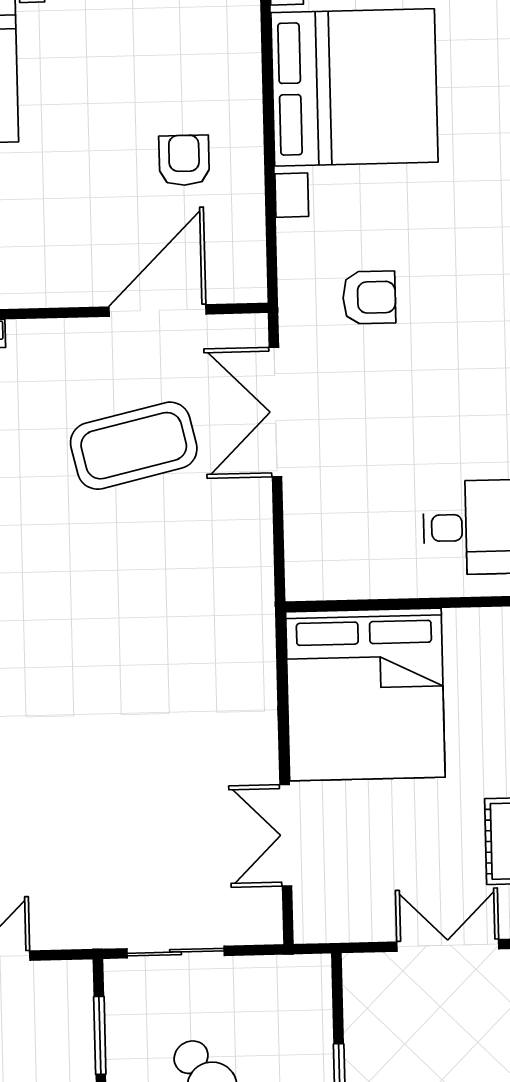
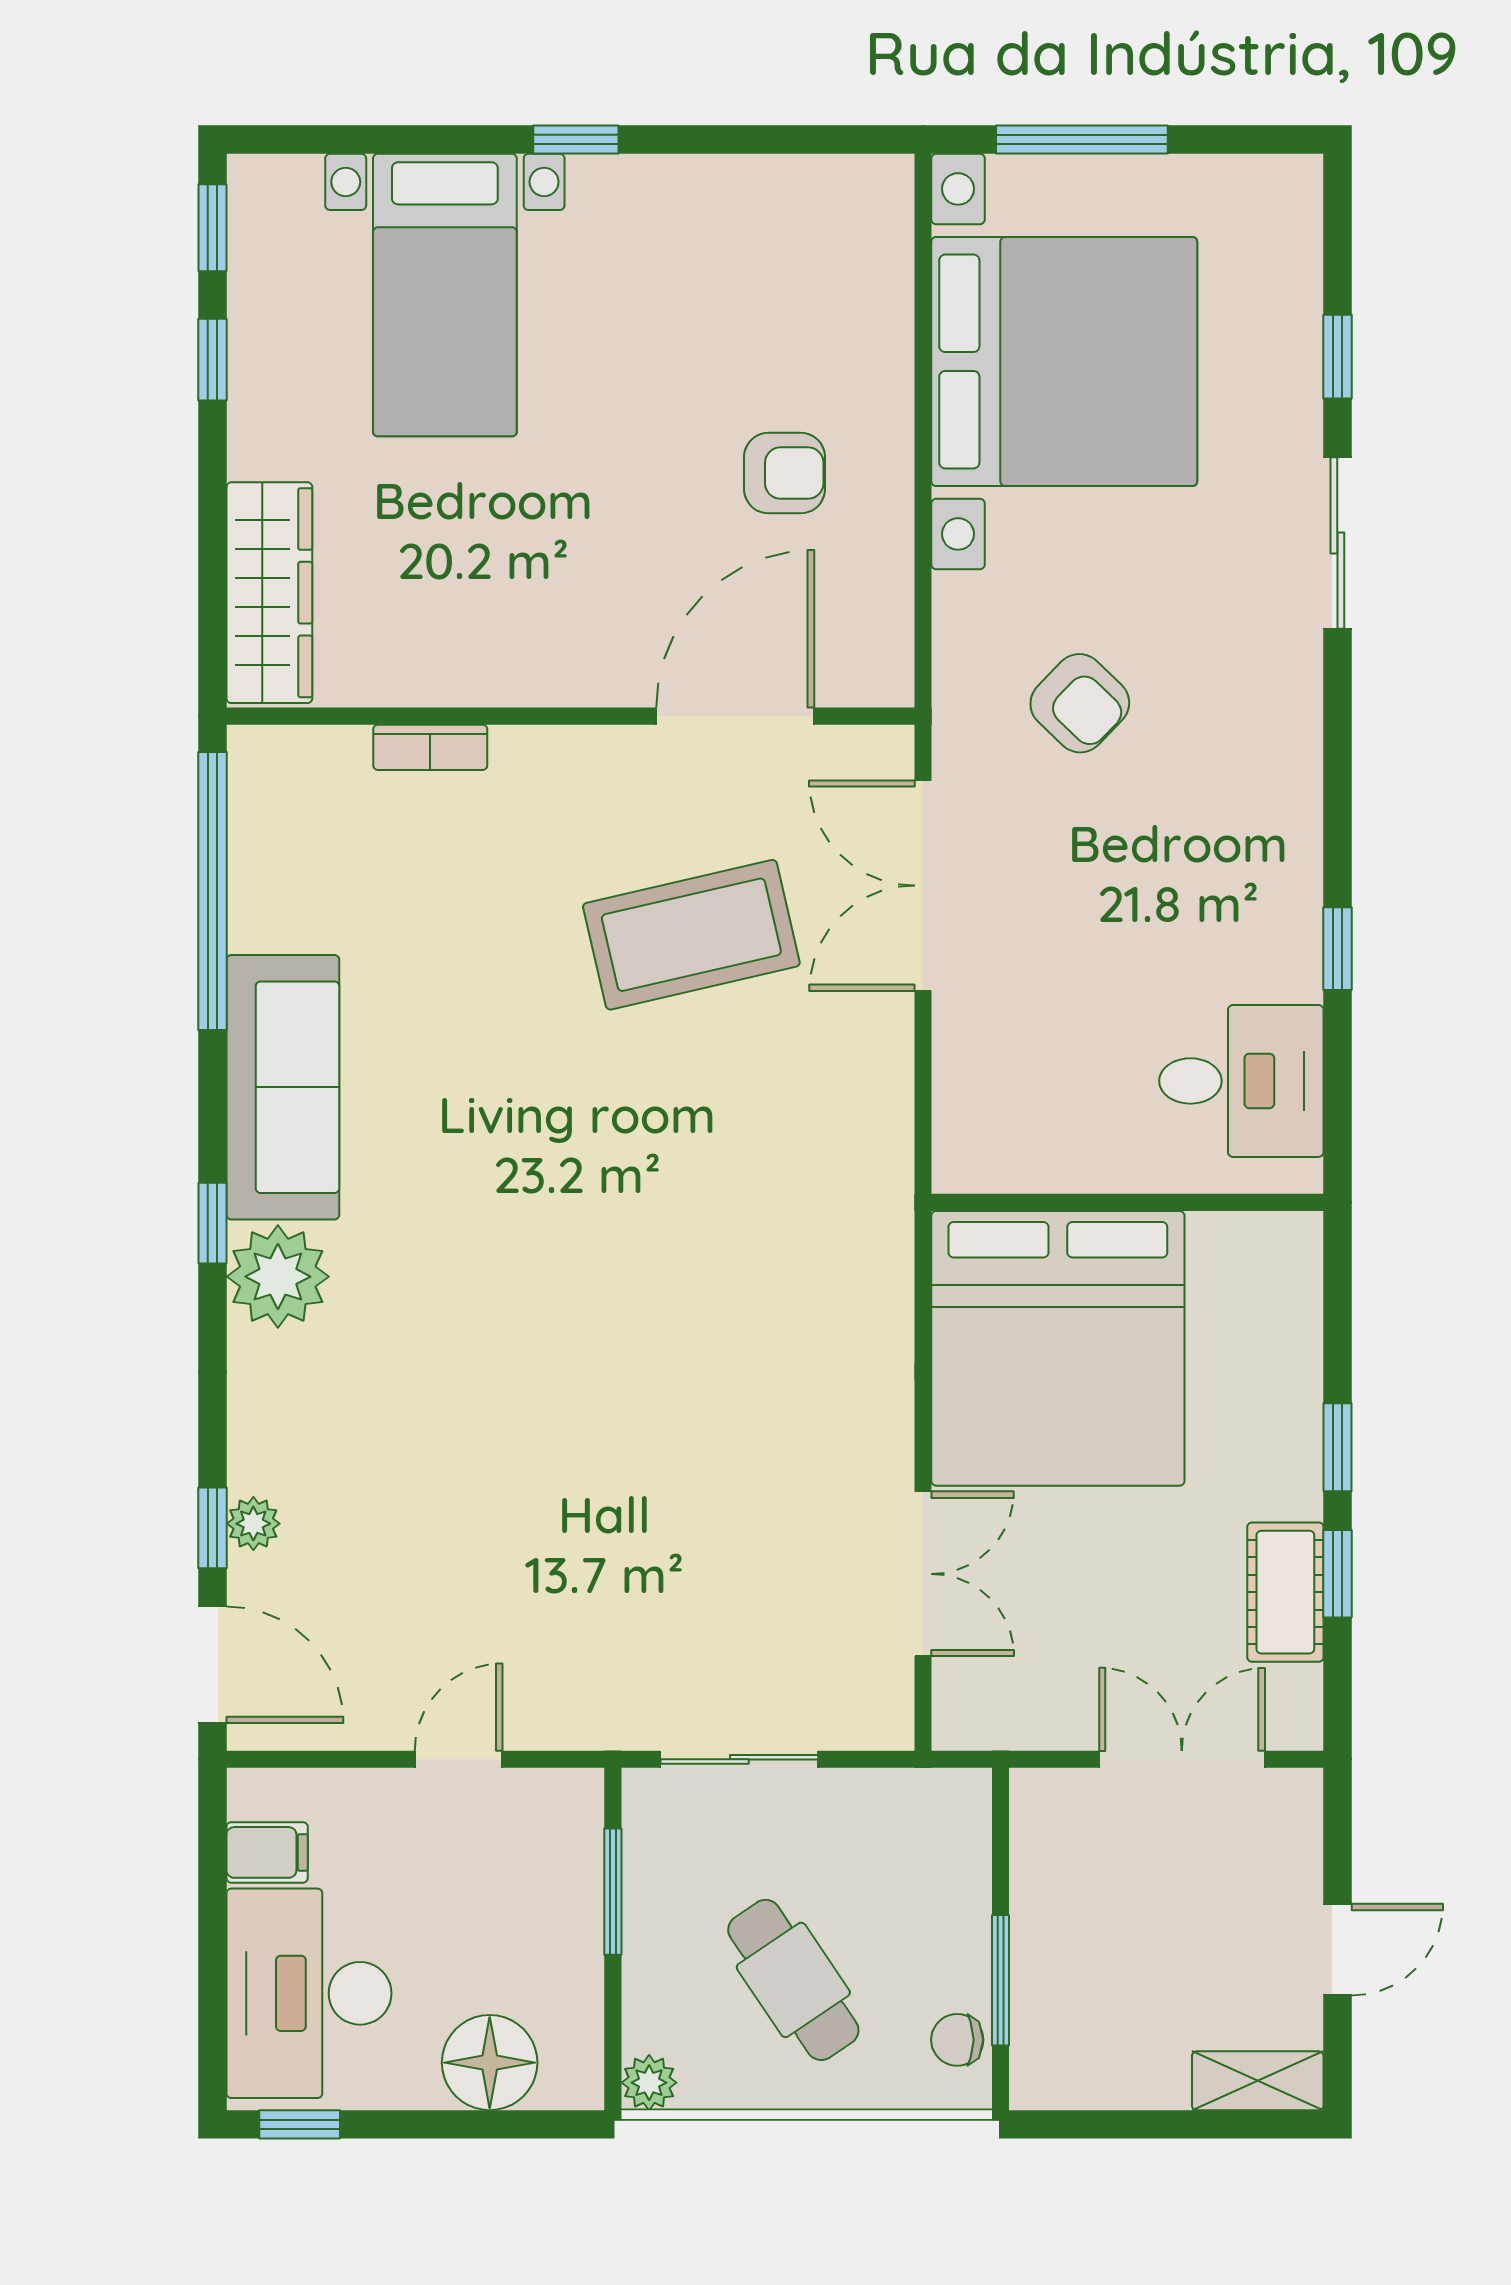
armchair: (184, 160) -> (785, 473), turned 90
armchair: (369, 297) -> (1080, 703), turned 44
double door: (286, 835) -> (923, 1574), swing flipped

